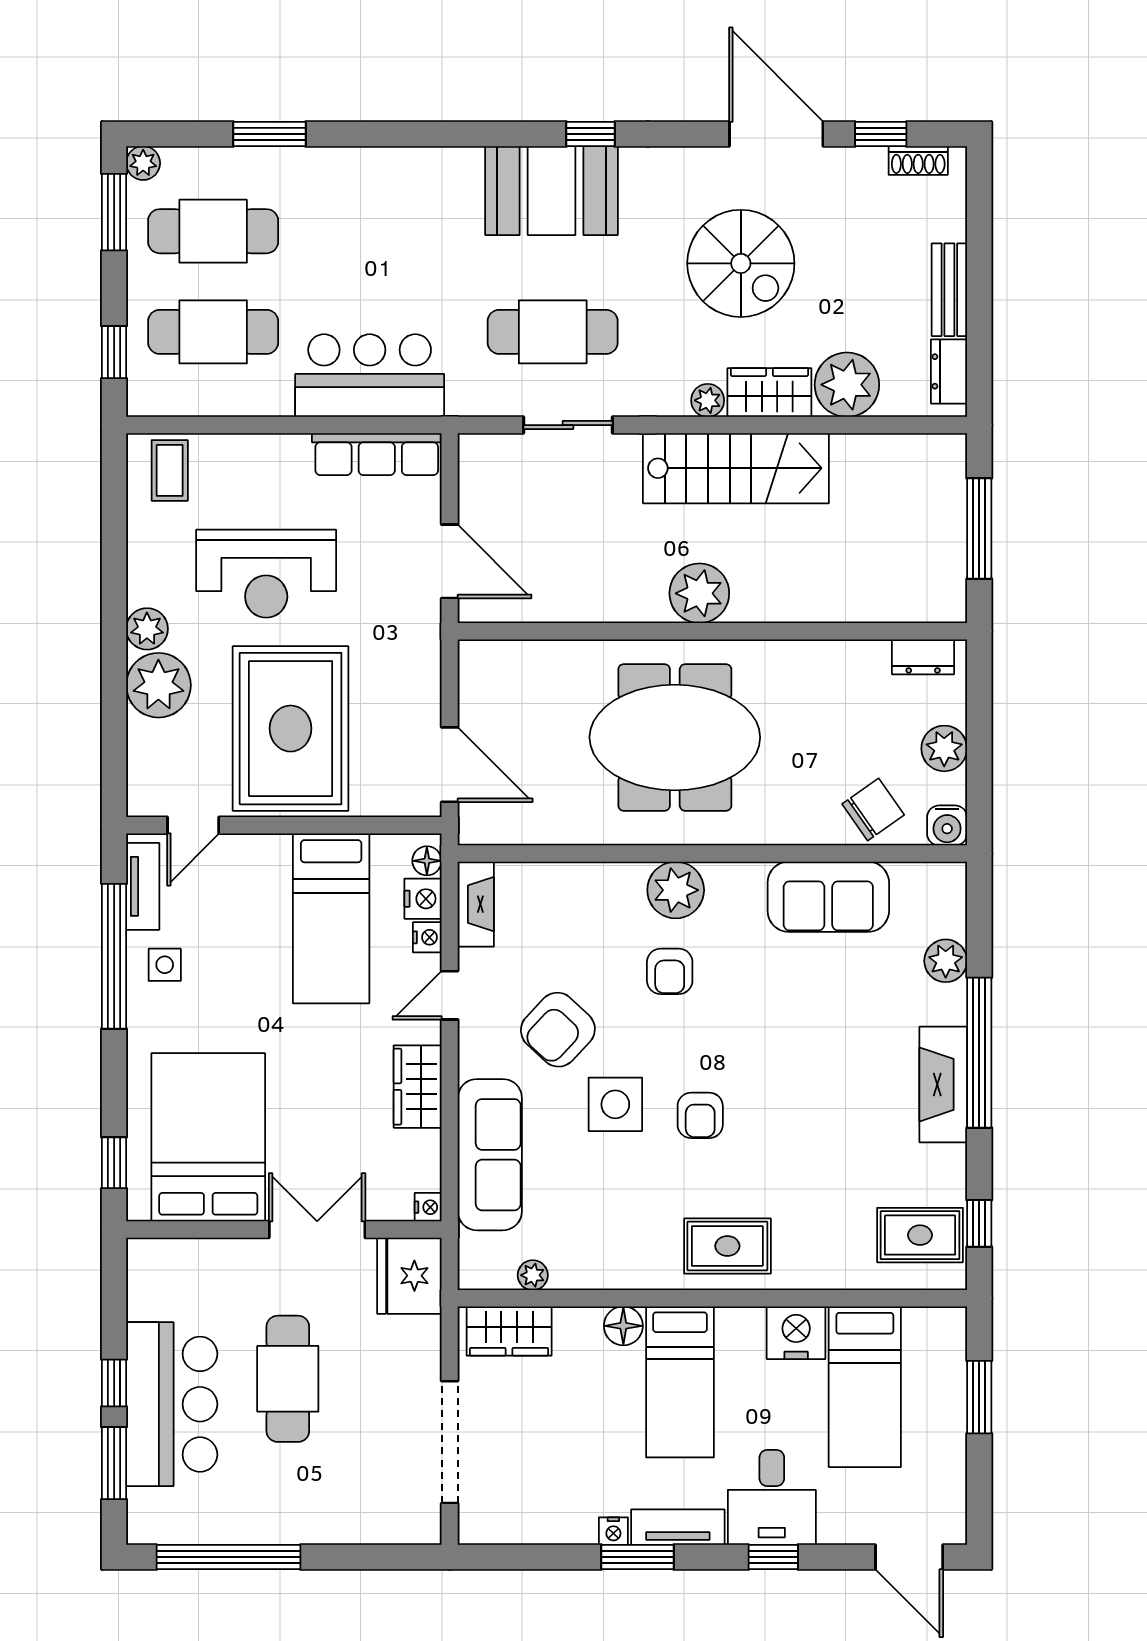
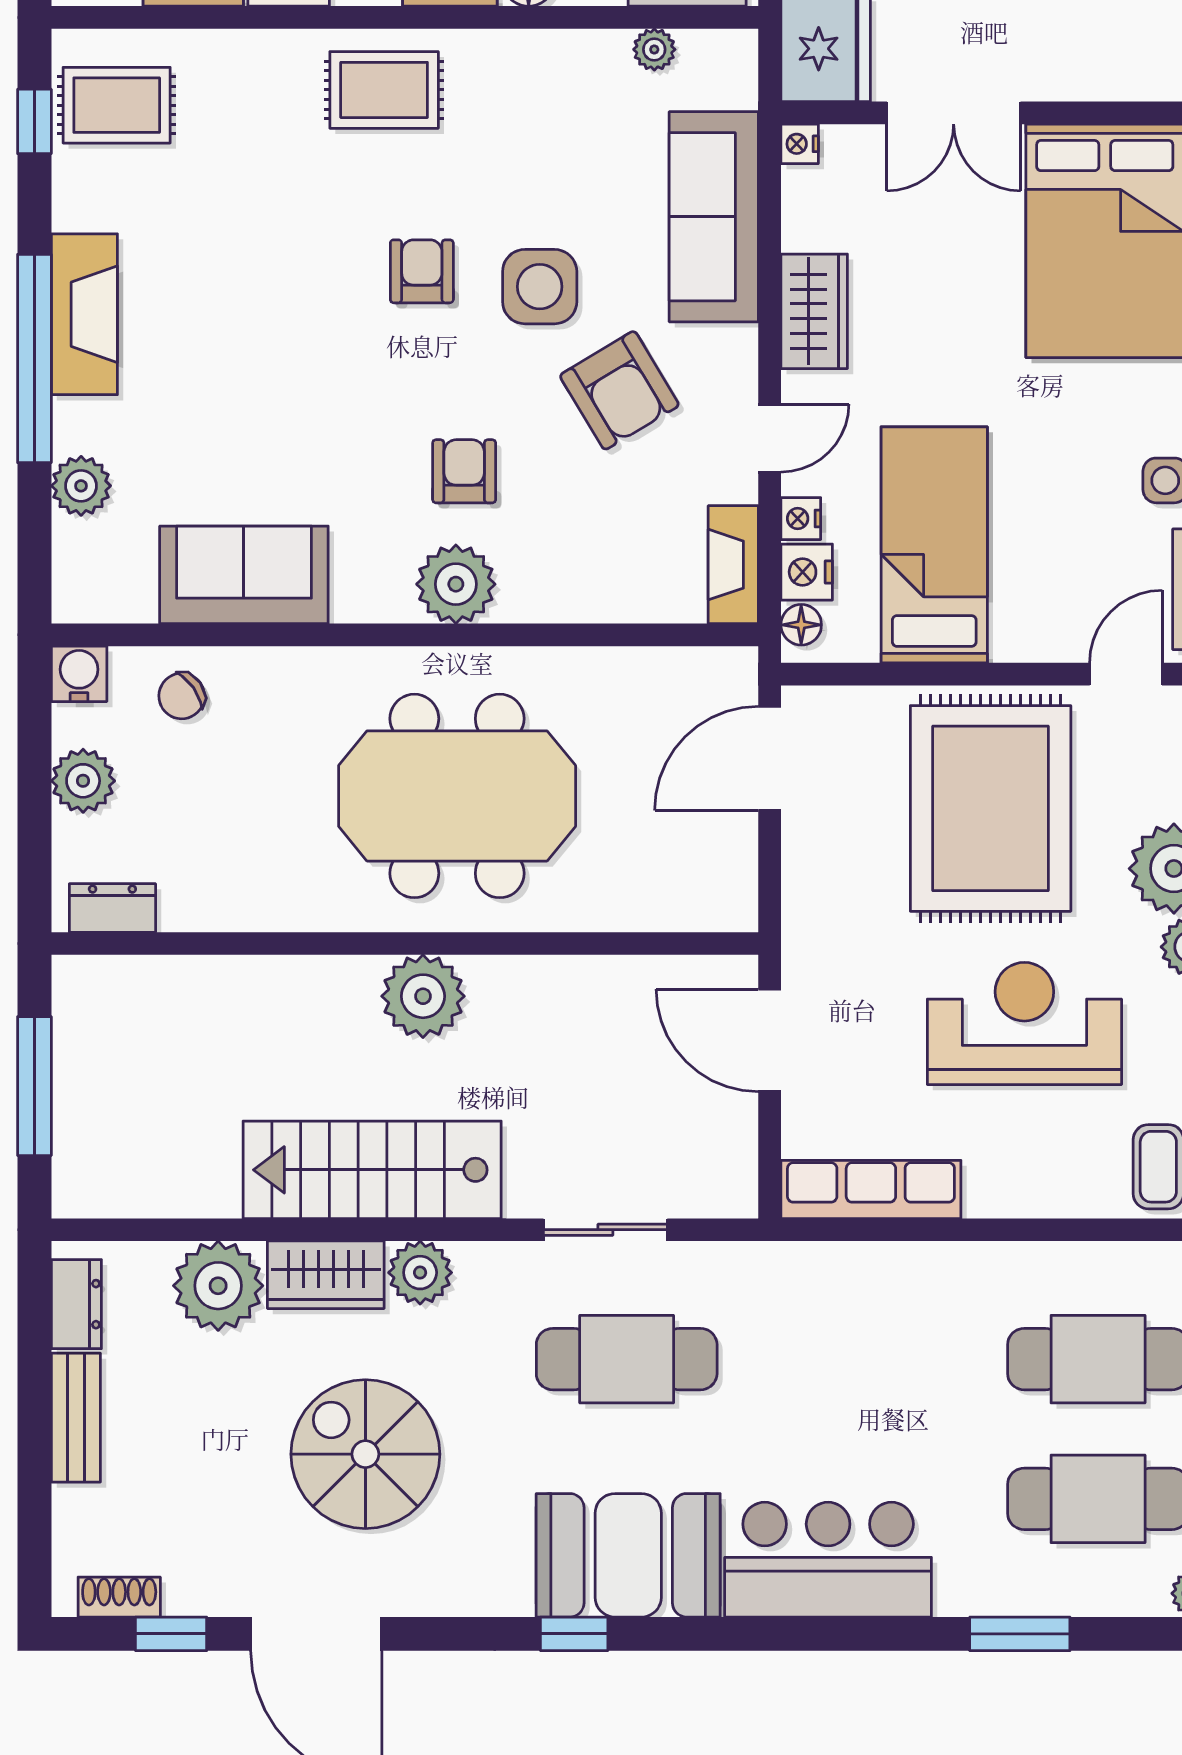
bar counter: (370, 376) -> (828, 1560), moved, turned 180
plant: (708, 400) -> (420, 1273), width x1.38, depth x1.38
door: (450, 765) -> (770, 758), hinge flipped
chair: (873, 809) -> (182, 696), width x0.73, depth x0.73
armchair: (558, 1030) -> (619, 390), turned 106

